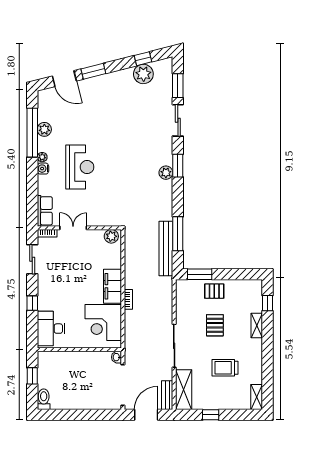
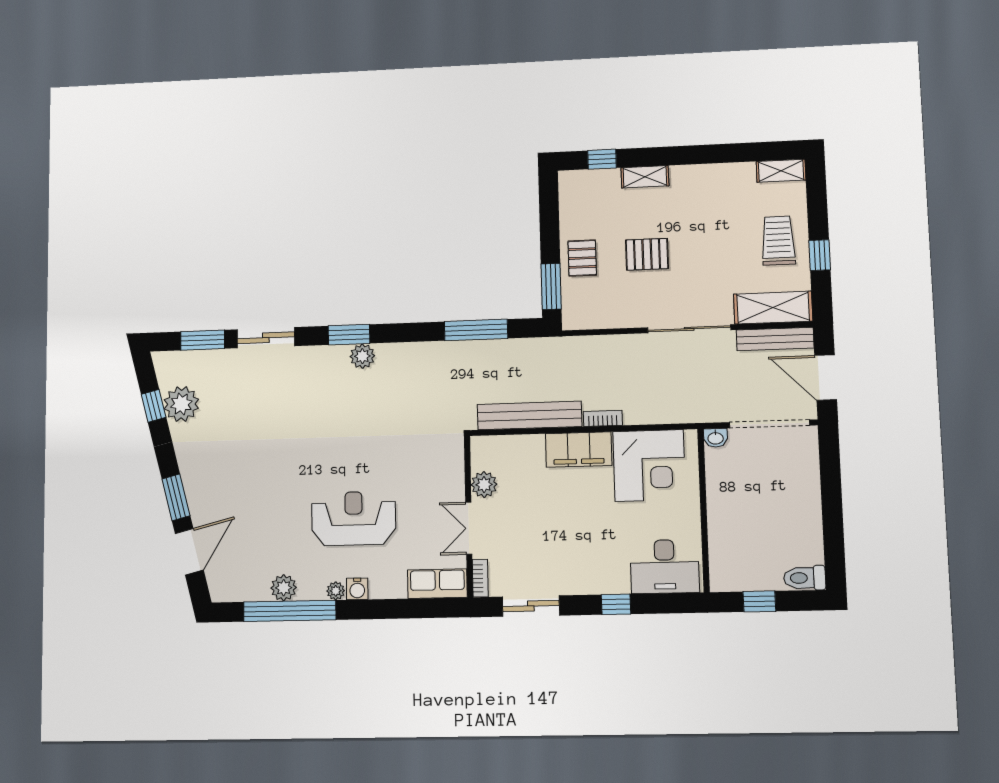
plant: (111, 236) -> (484, 485), moved
bench: (166, 249) -> (529, 415), moved
trolley: (225, 368) -> (778, 241), moved, turned 180
bench: (167, 395) -> (775, 339), width x1.36

